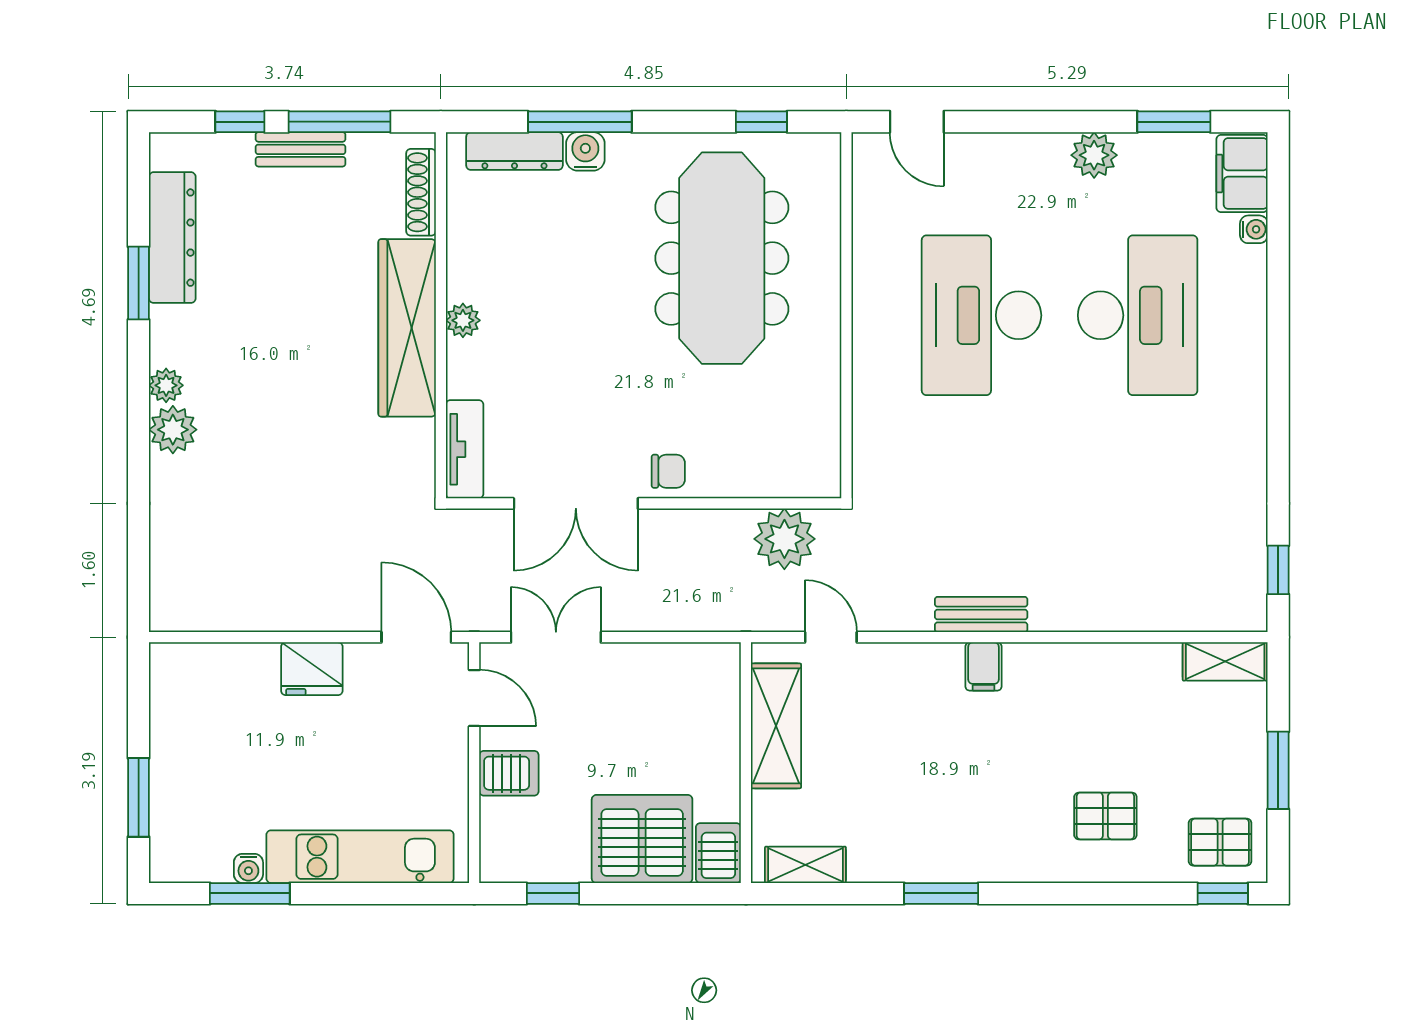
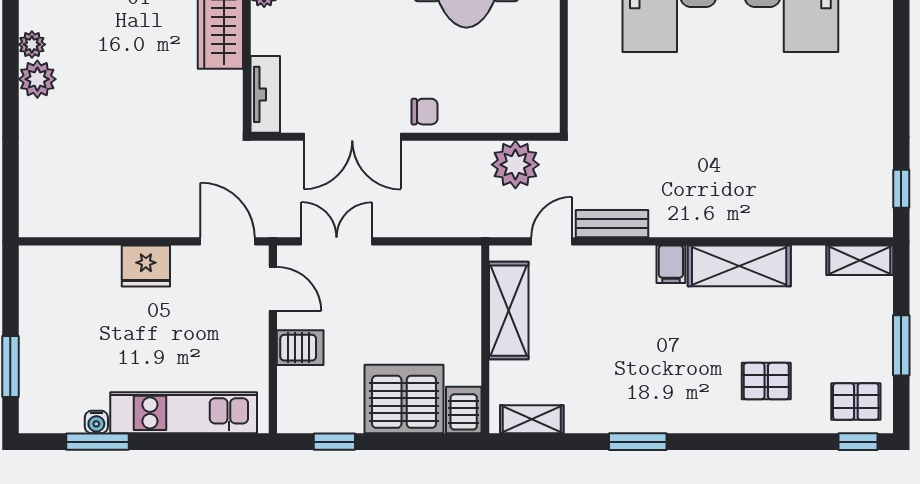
bench: (981, 615) -> (612, 224), moved
door: (831, 637) -> (552, 241), hinge flipped
shelving: (1071, 669) -> (739, 266), added

